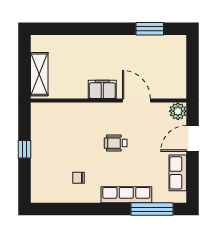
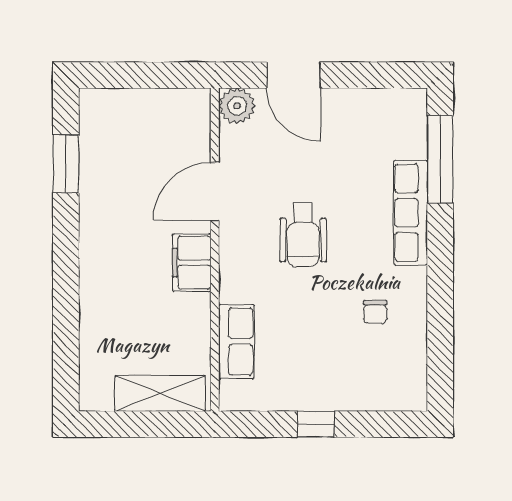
wheelchair: (116, 143) -> (303, 235), width x1.36, depth x1.37
row of seats: (178, 173) -> (236, 341), moved, turned -90

